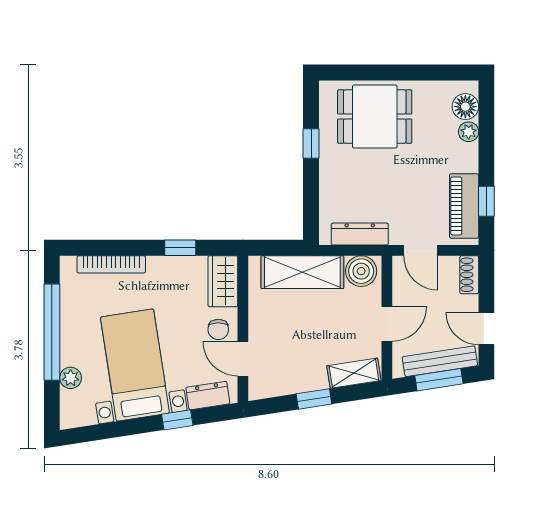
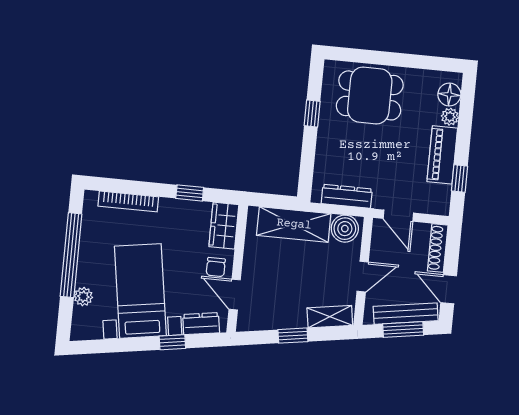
piano: (464, 206) -> (442, 155), moved
shoe rack: (469, 275) -> (438, 248), width x1.43

